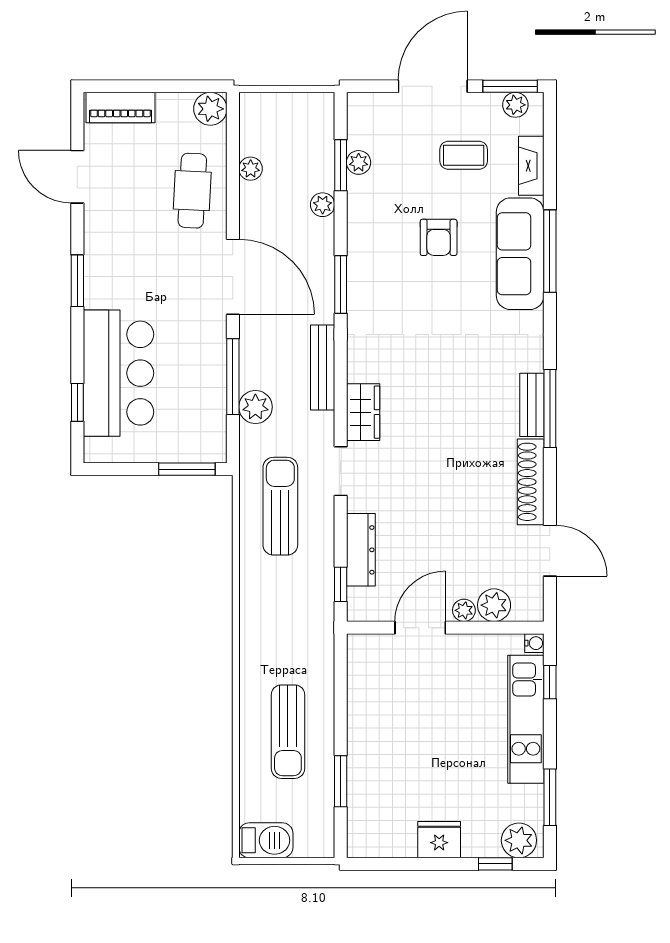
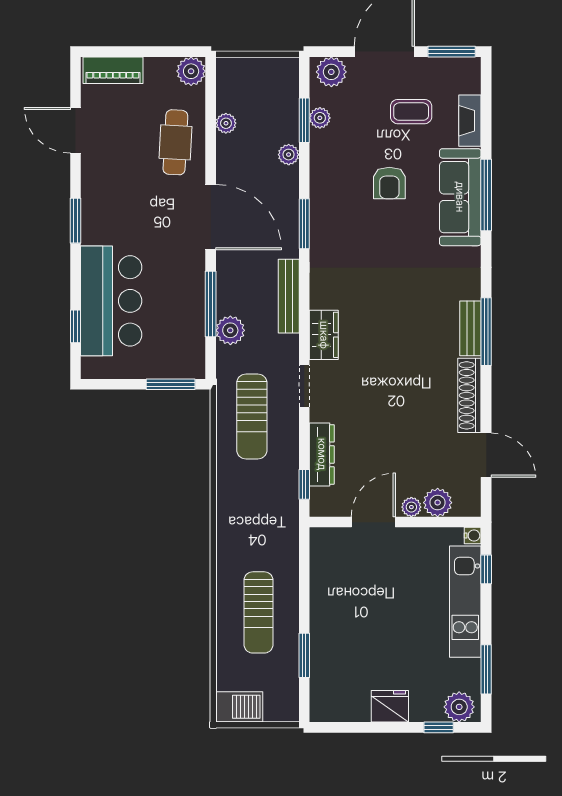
plant: (515, 105) -> (331, 72), moved, width x1.38, depth x1.38
sun lounger: (280, 506) -> (252, 417), turned 180

